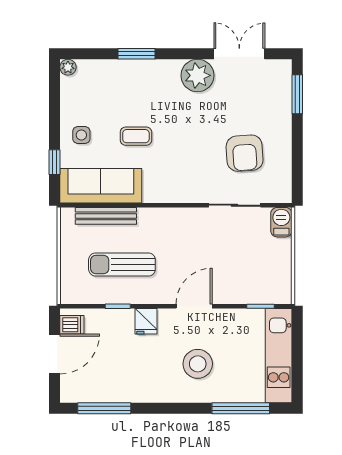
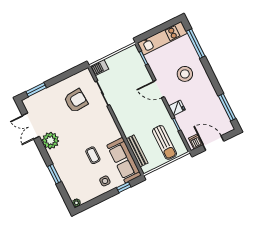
sun lounger: (122, 264) -> (164, 142), moved

